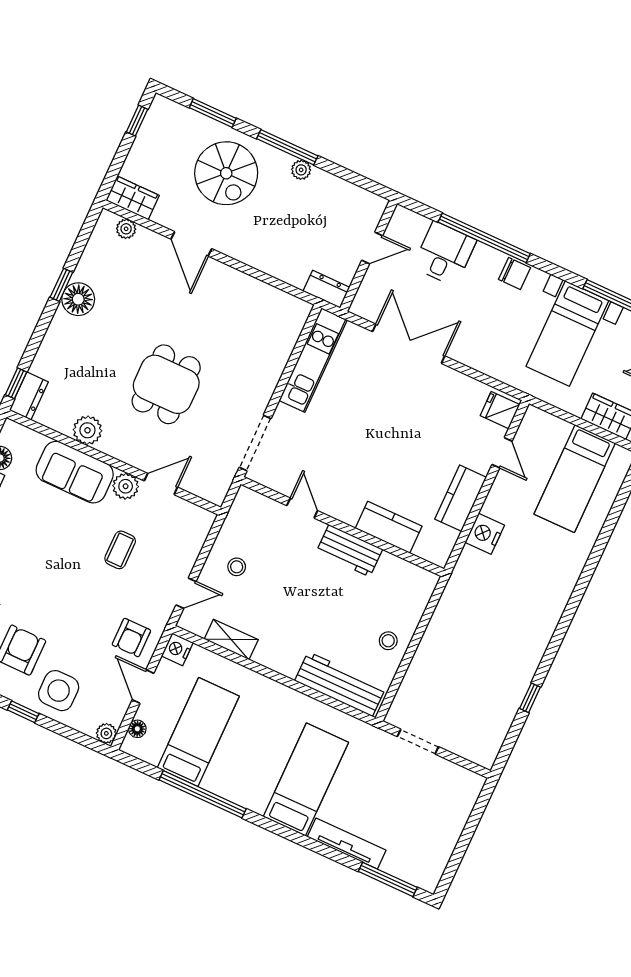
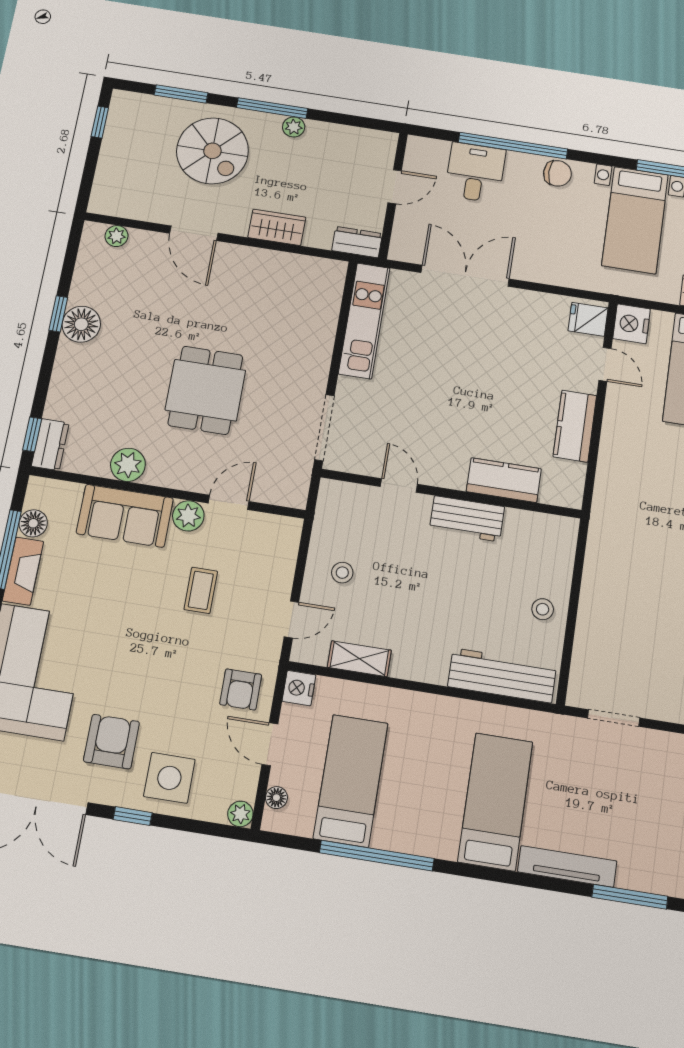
wardrobe: (133, 198) -> (277, 227), moved
nightstand: (485, 534) -> (632, 324), moved

